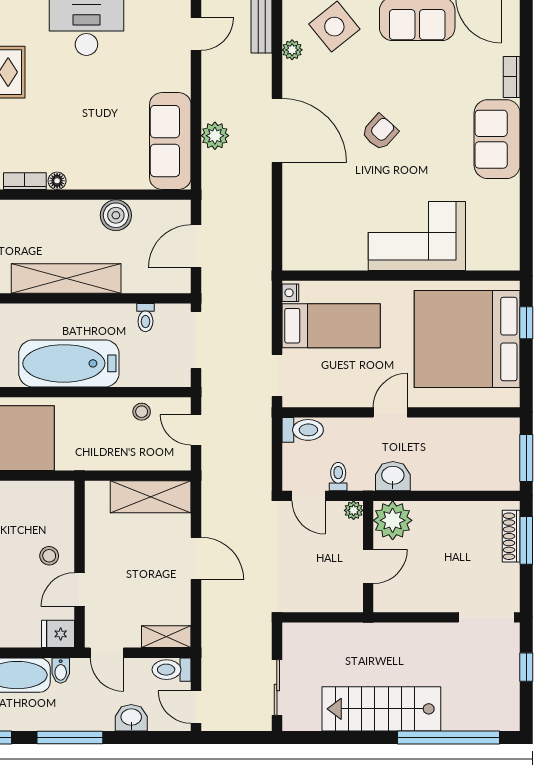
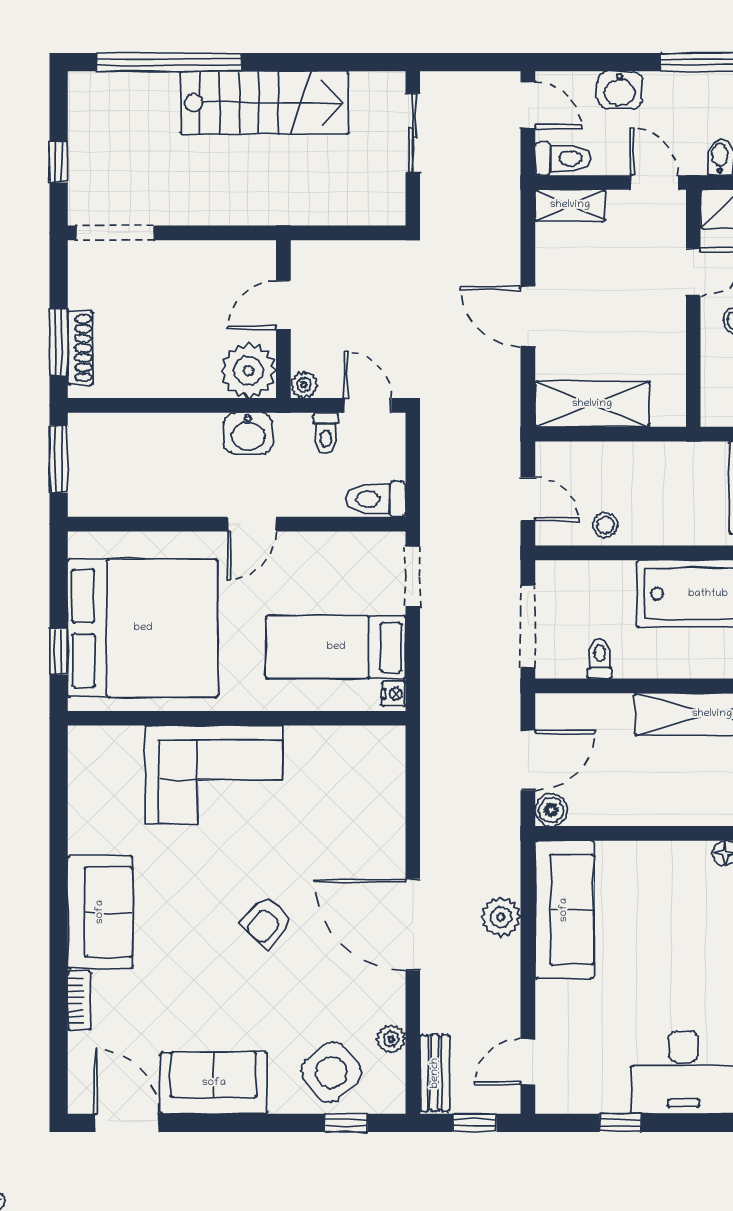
boiler: (116, 215) -> (551, 810), moved, width x0.73, depth x0.73

